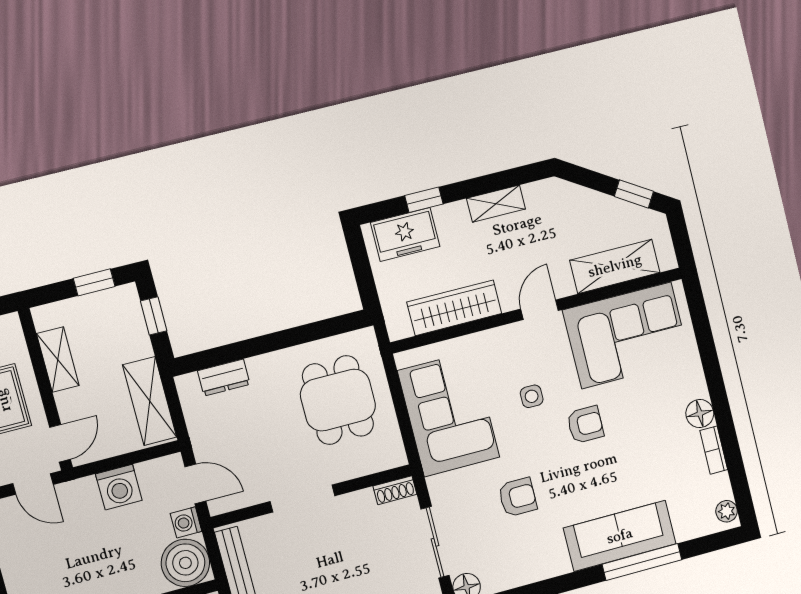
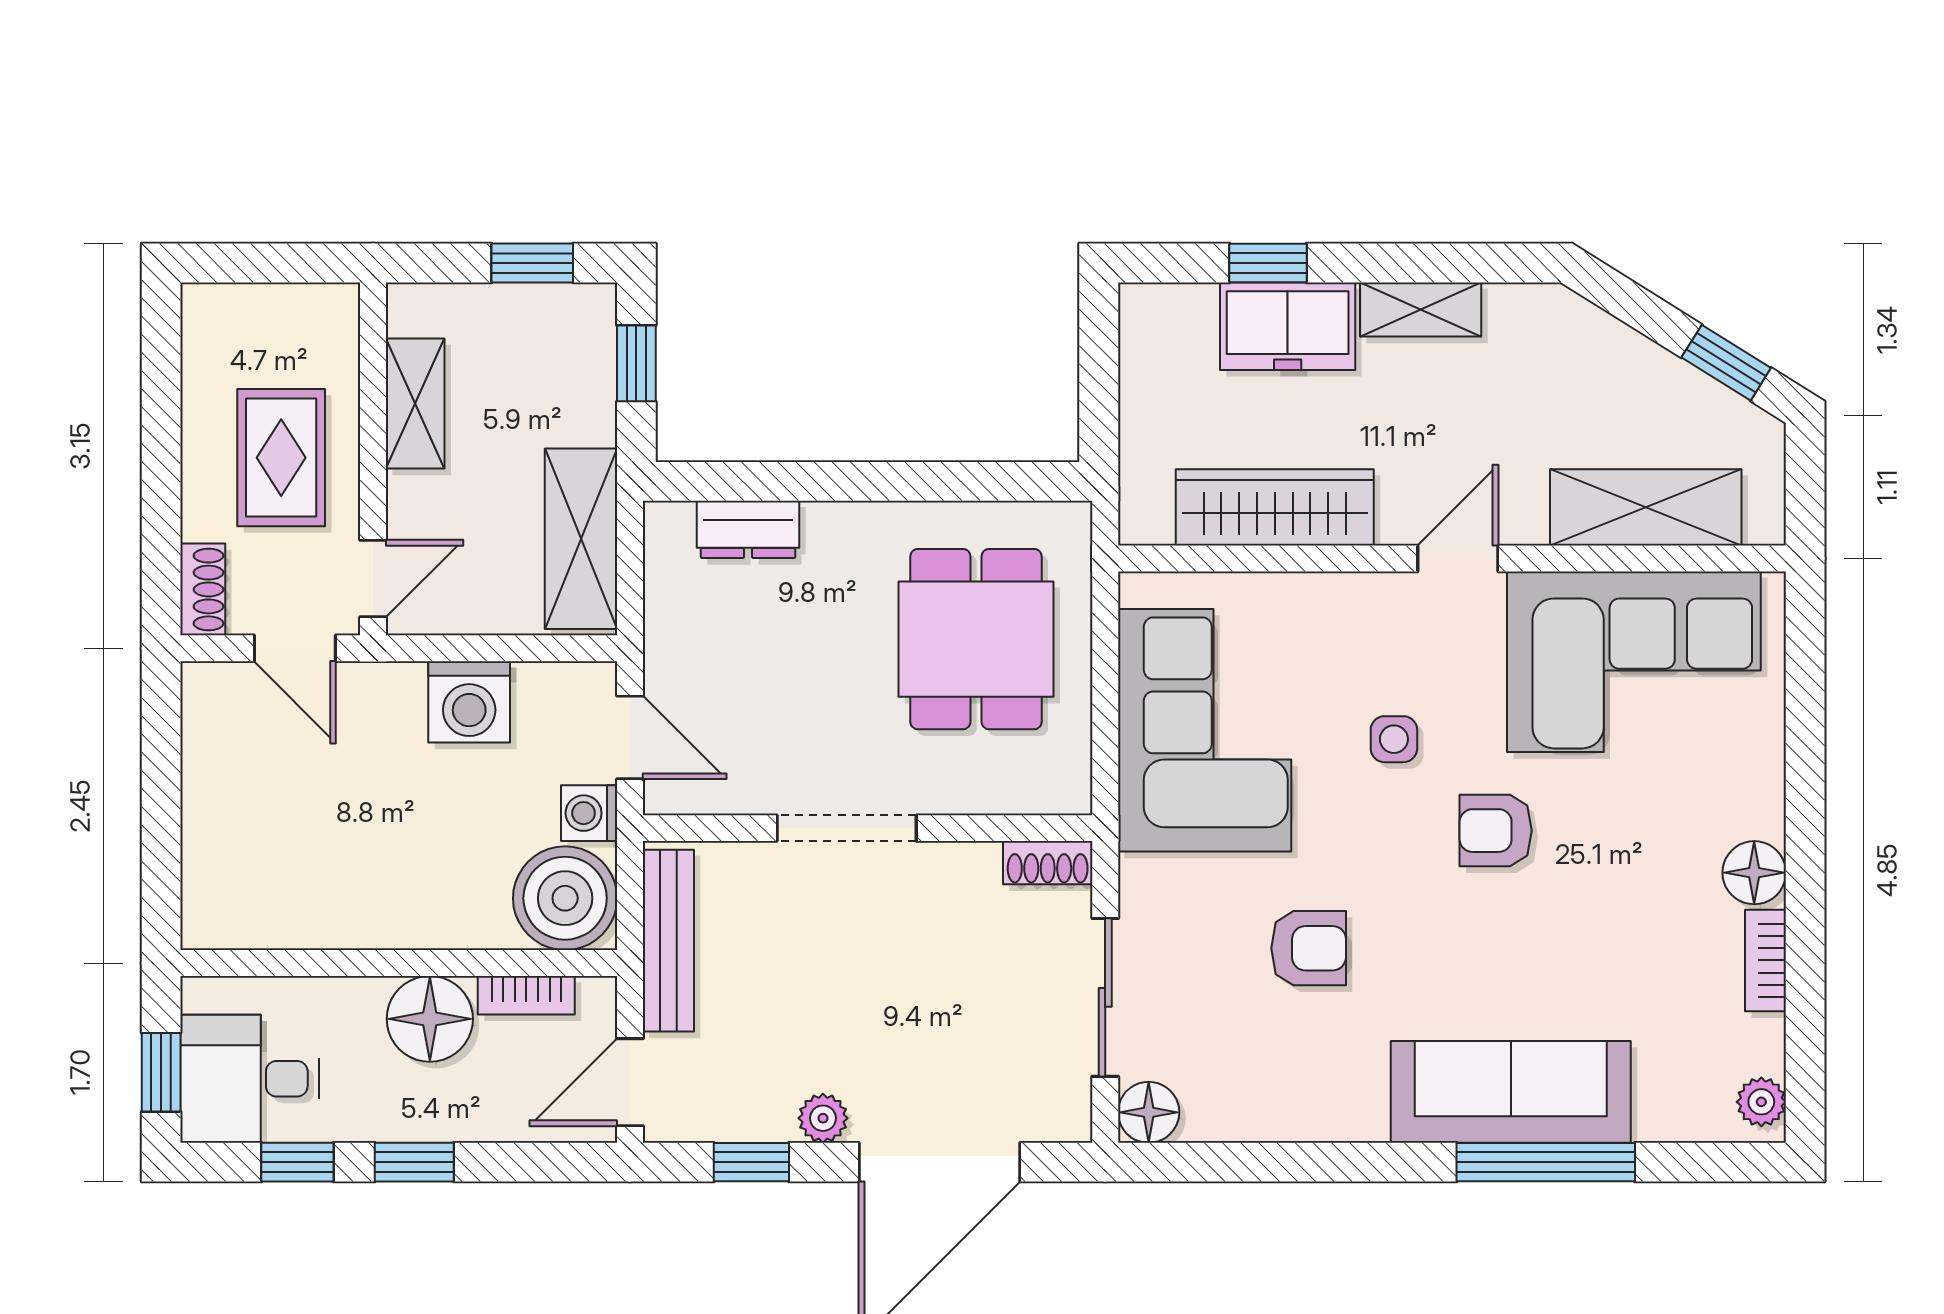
freezer: (405, 235) -> (1288, 326), moved
armchair: (585, 425) -> (1496, 831), turned 180

